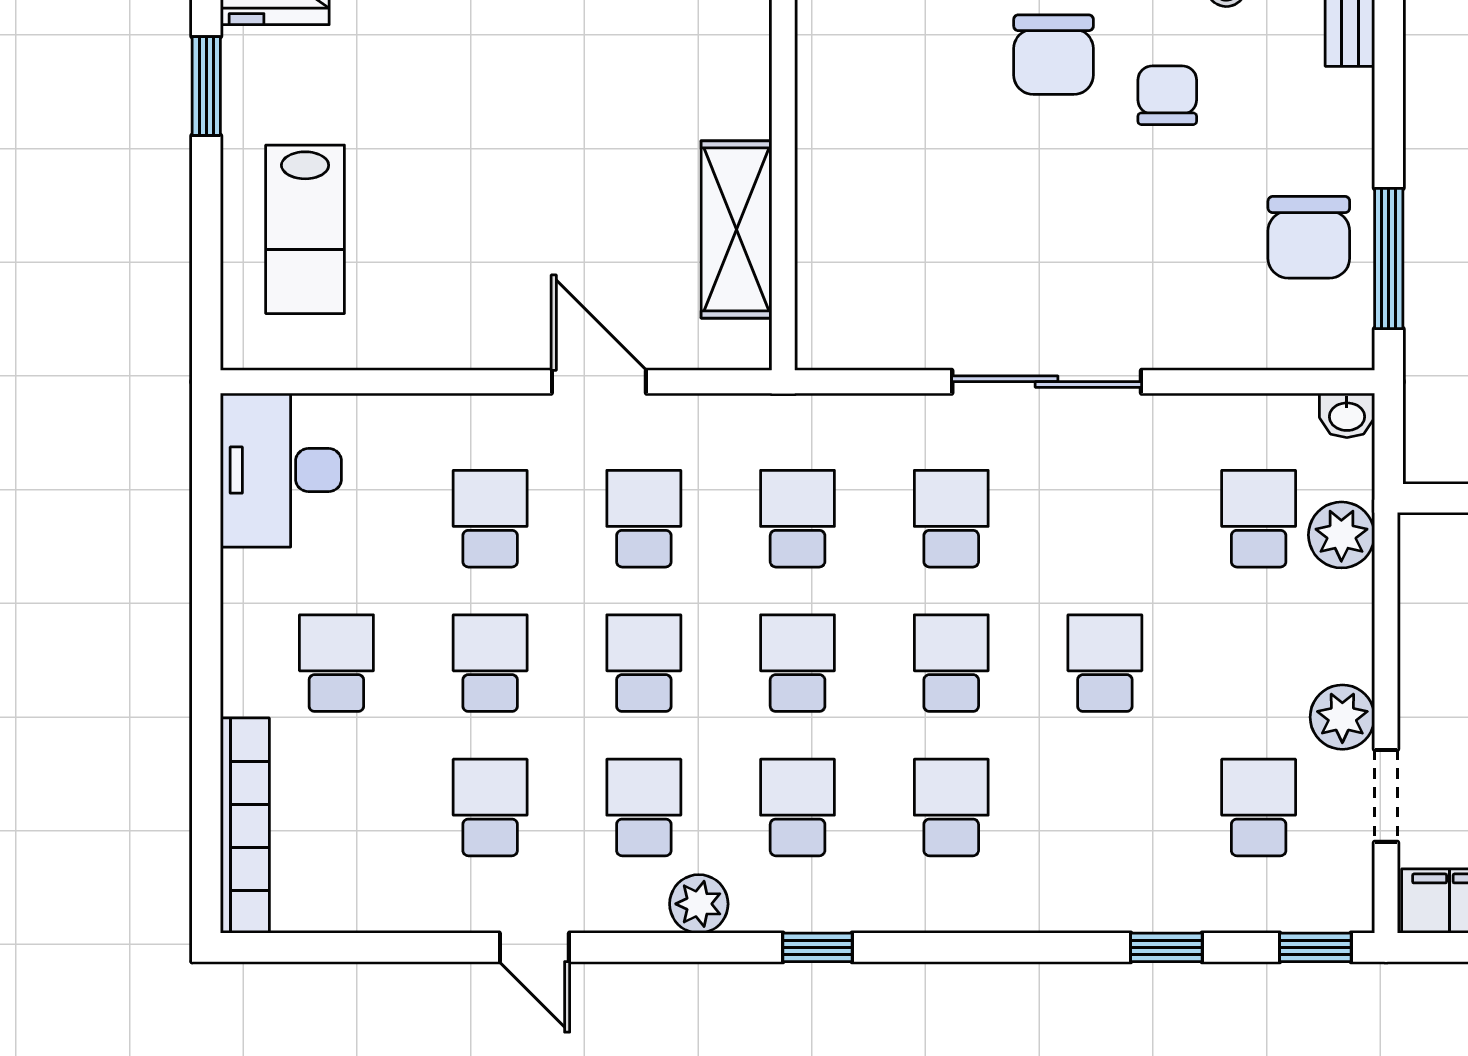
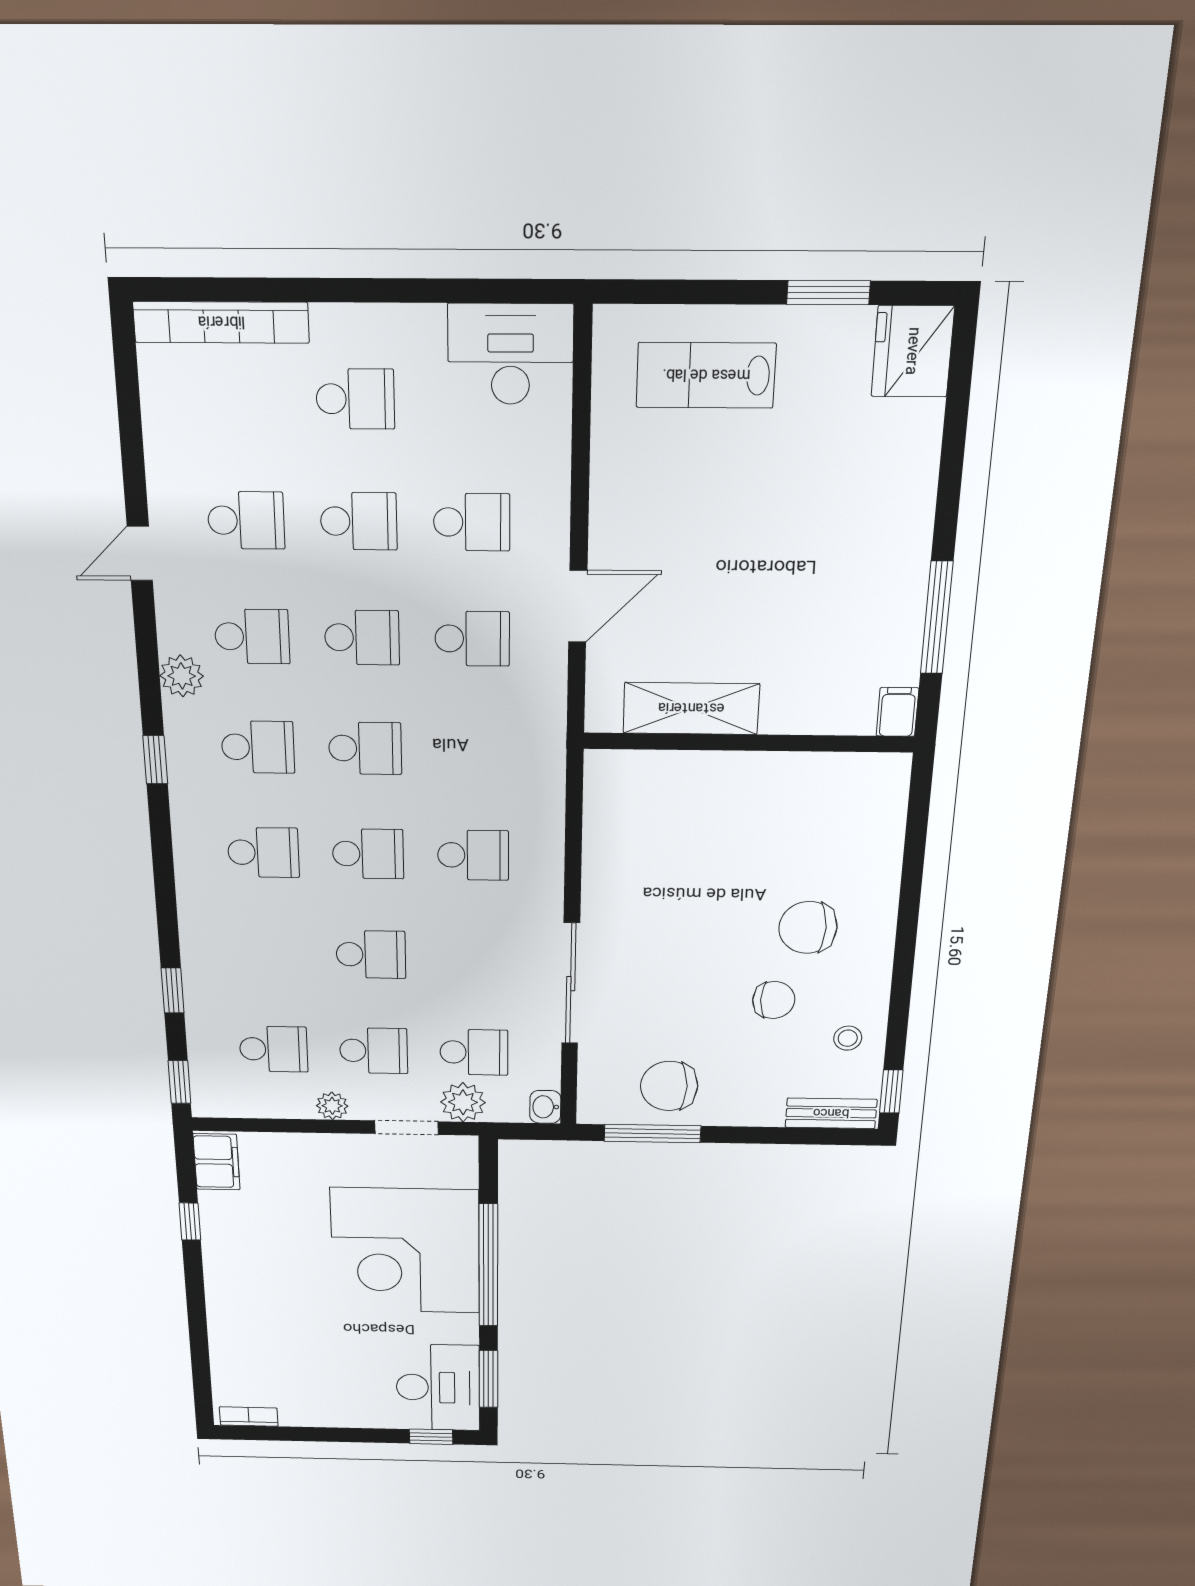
sliding door: (1047, 382) -> (571, 984), moved
school desk: (798, 519) -> (374, 1051), moved
plant: (1342, 717) -> (332, 1106), width x0.73, depth x0.73
doorway: (1386, 796) -> (407, 1128), moved

